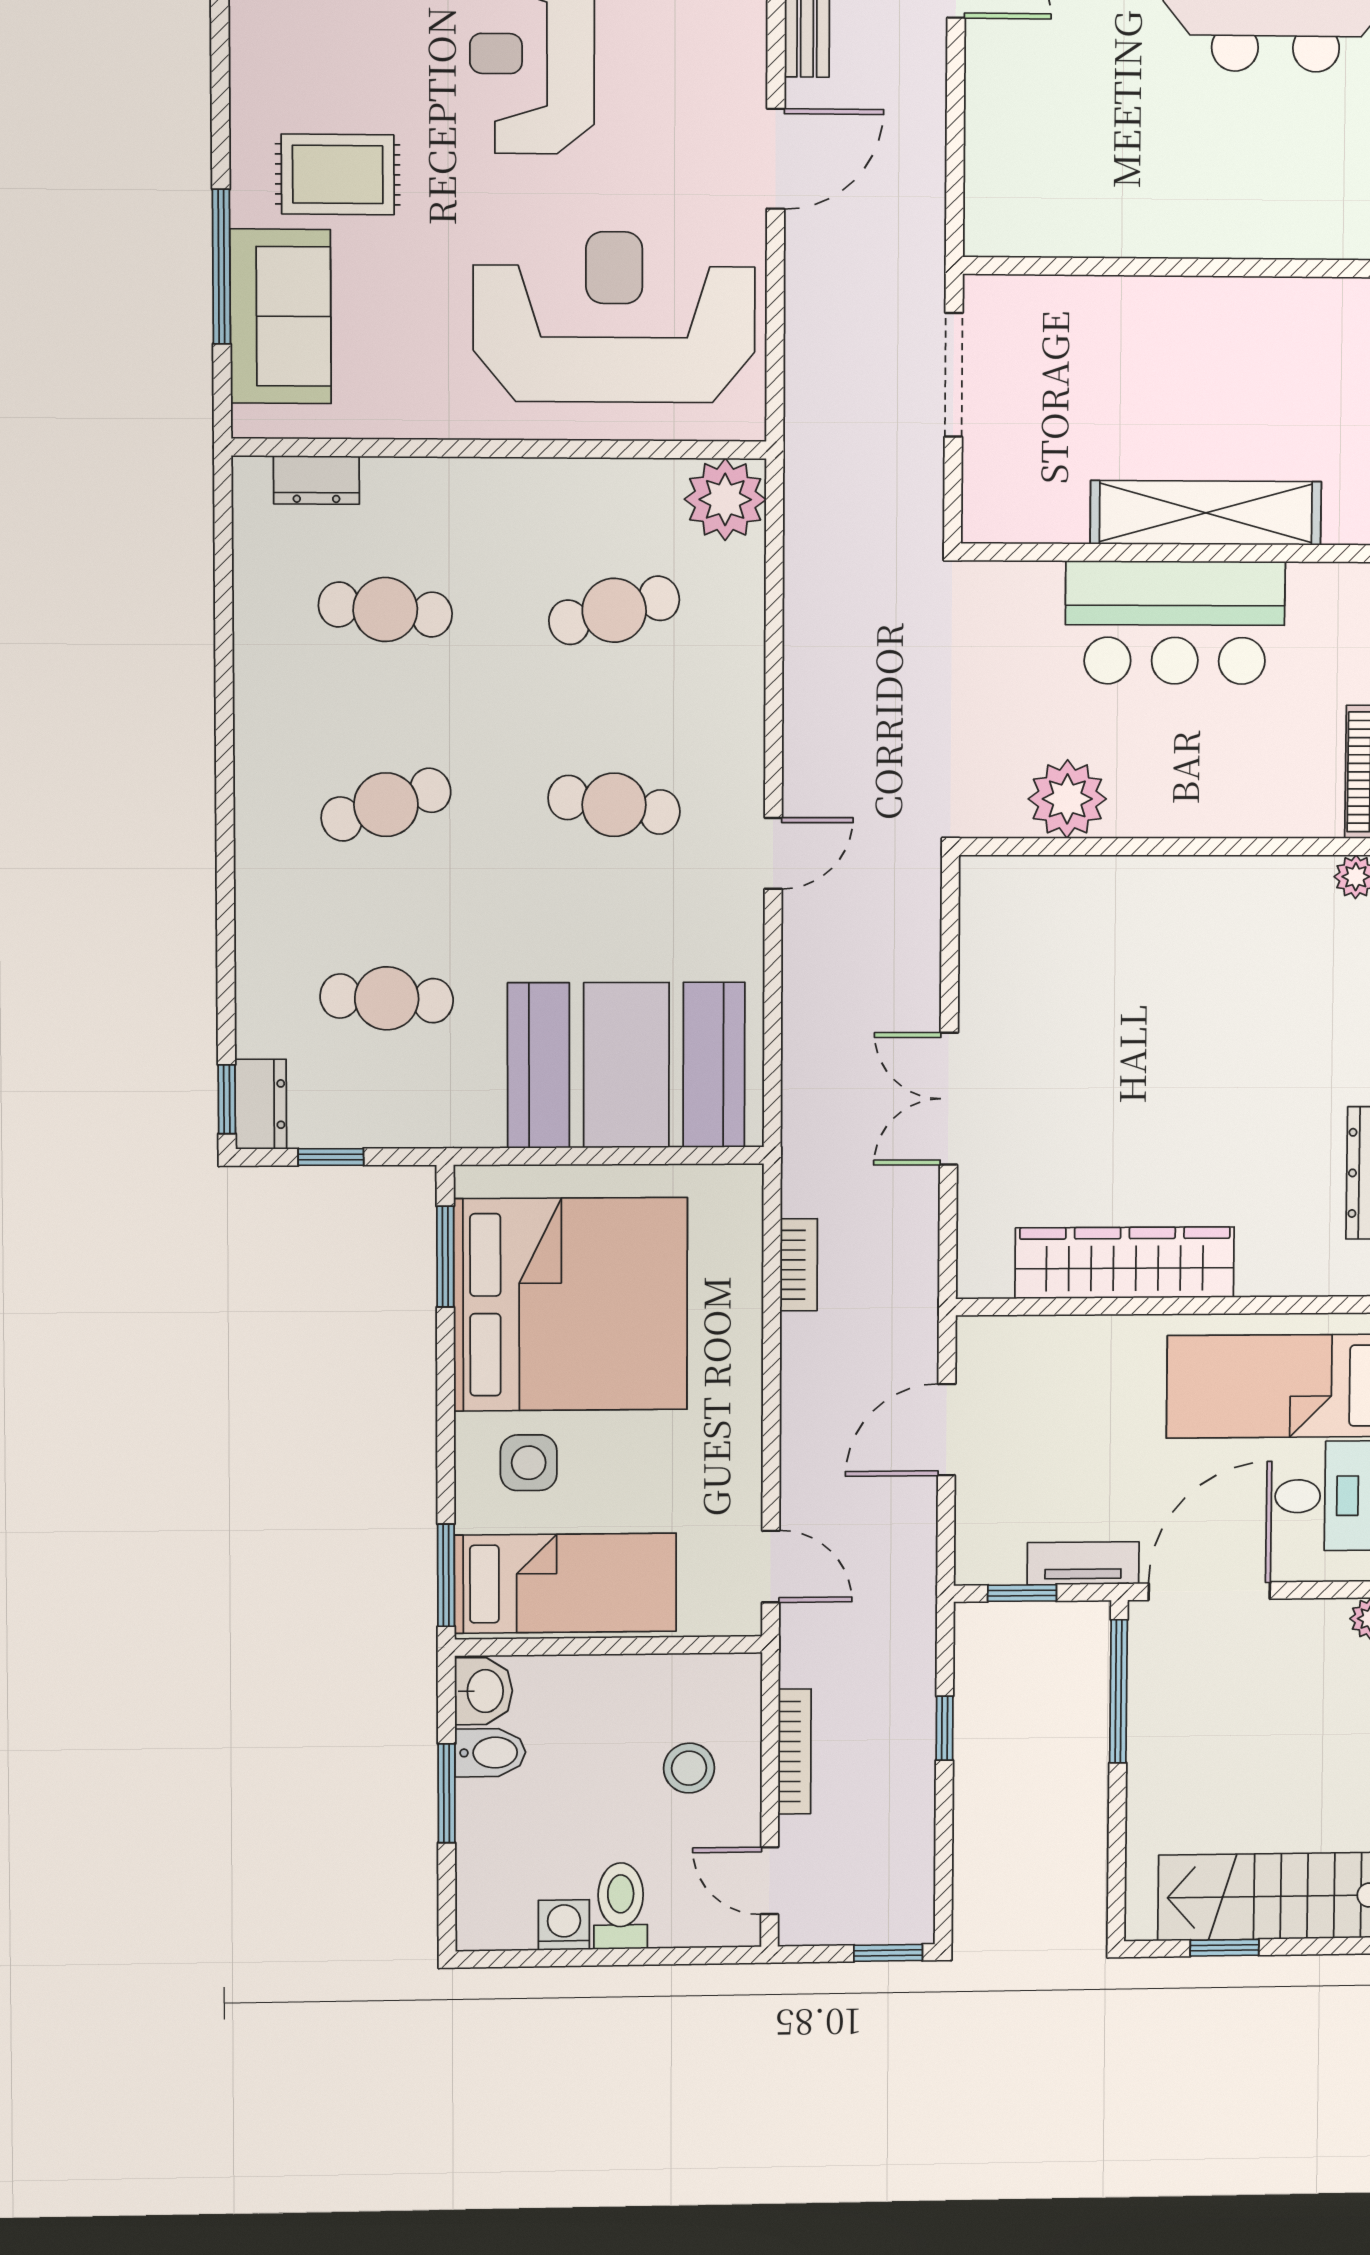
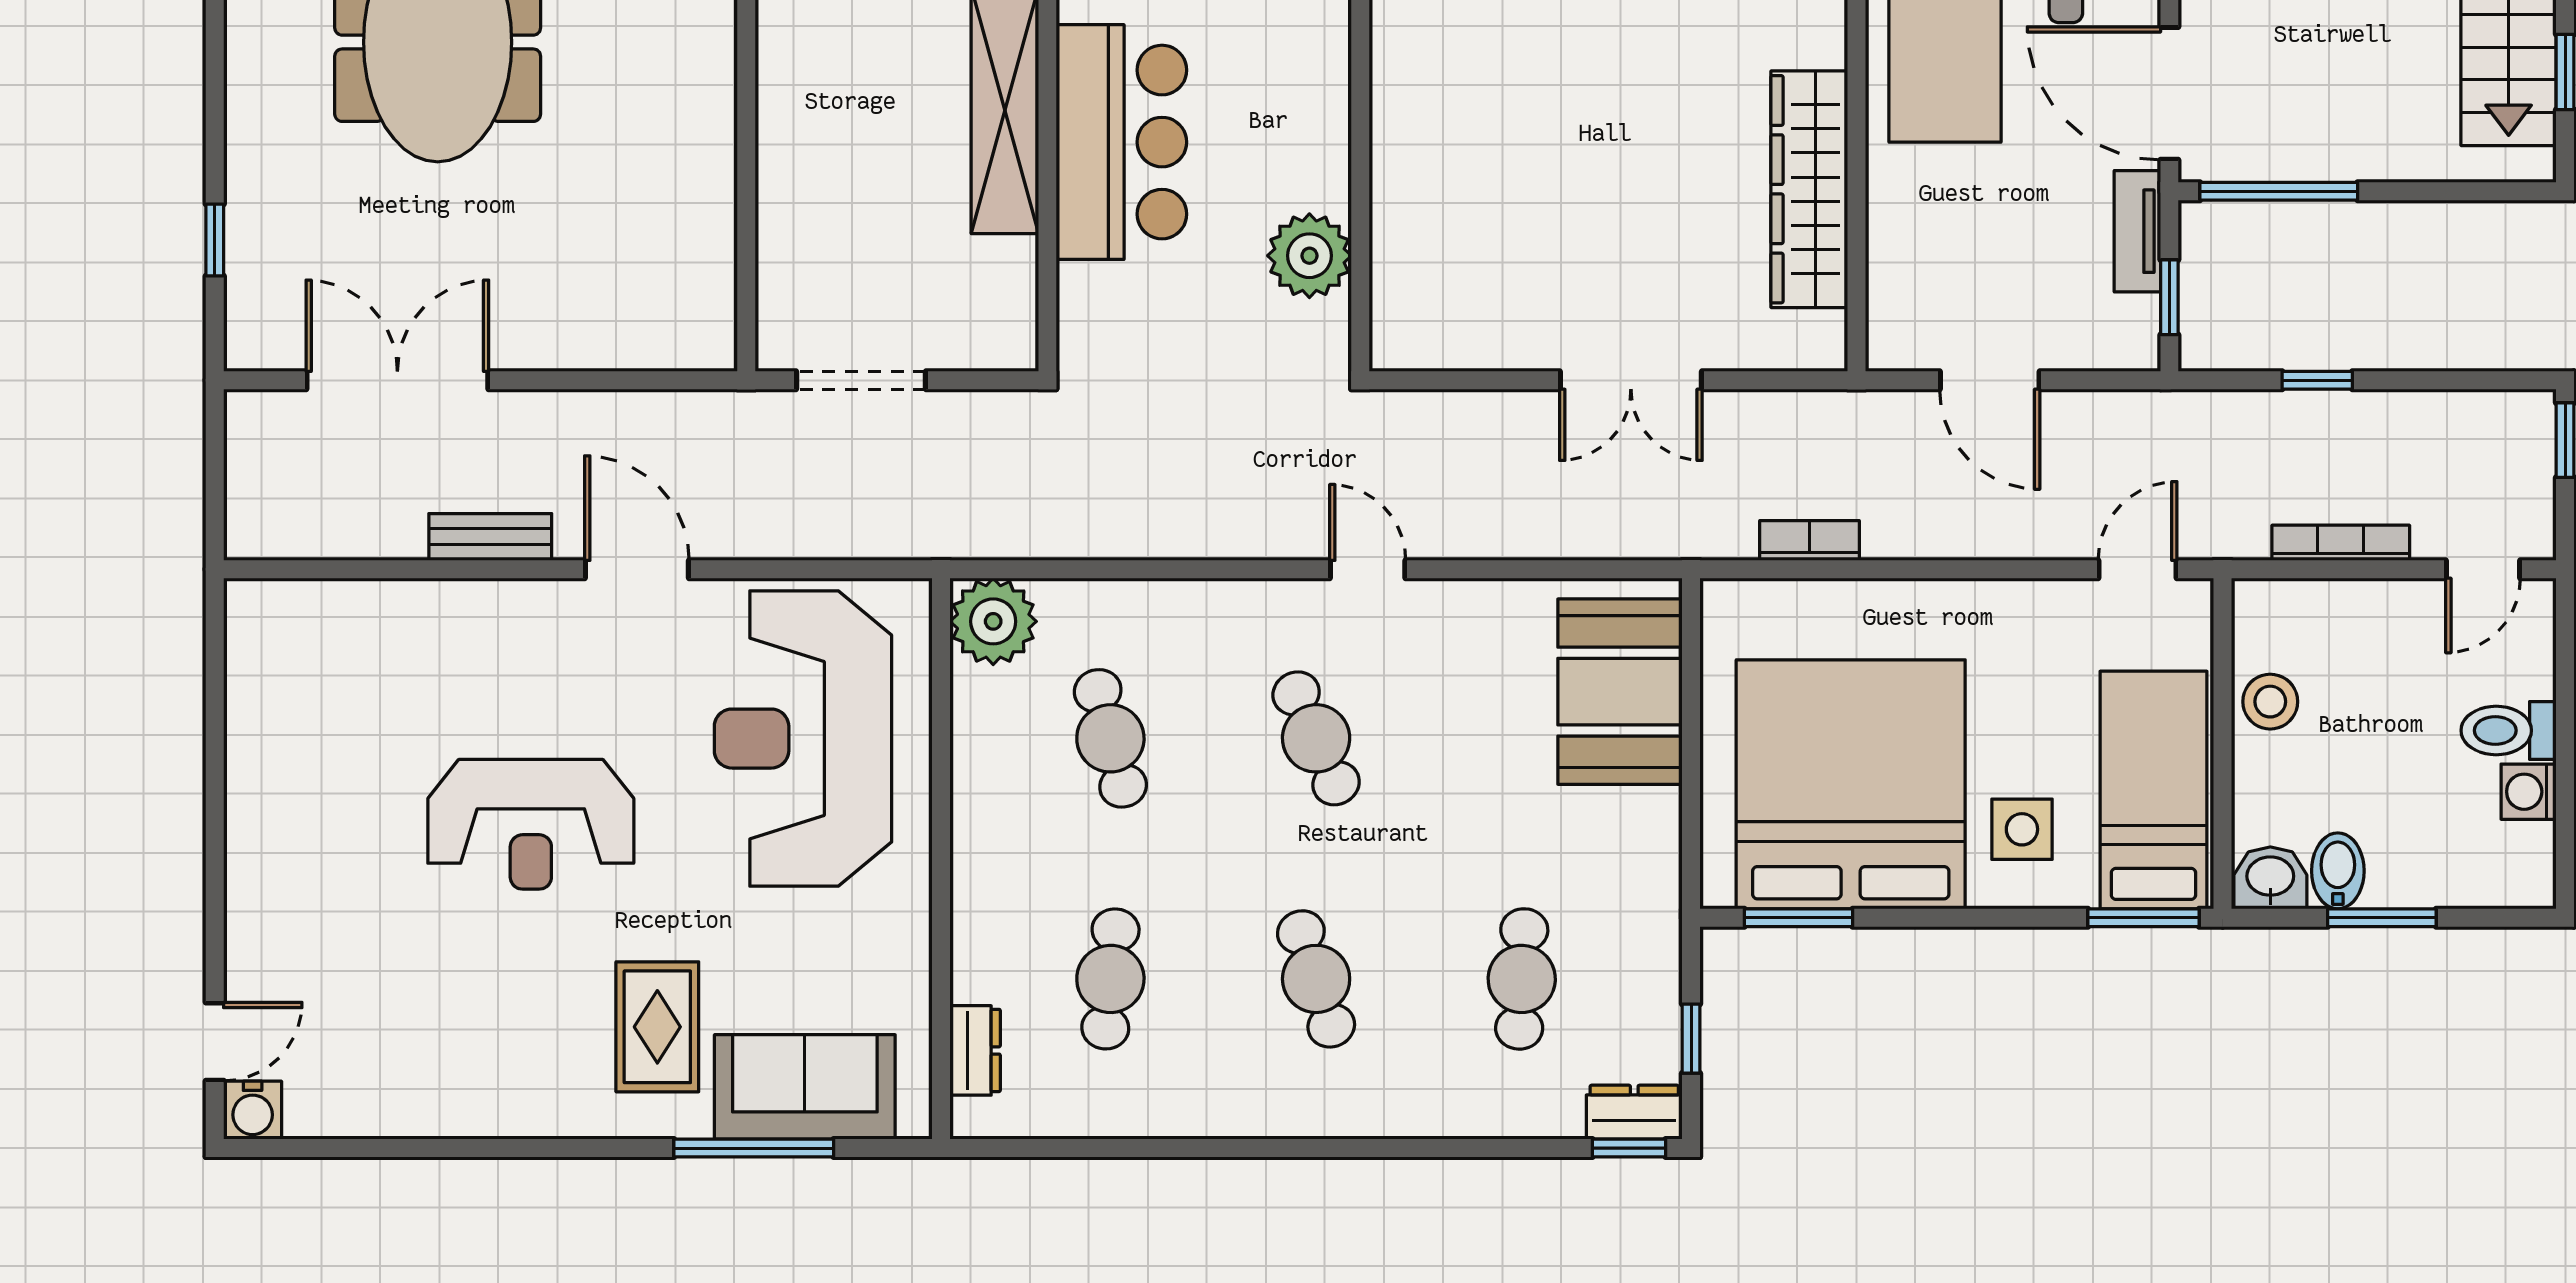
cafe table: (614, 805) -> (1316, 738), turned -33
booth: (626, 1065) -> (1620, 692), width x0.73, depth x0.70
stool: (689, 1768) -> (2270, 702), moved

